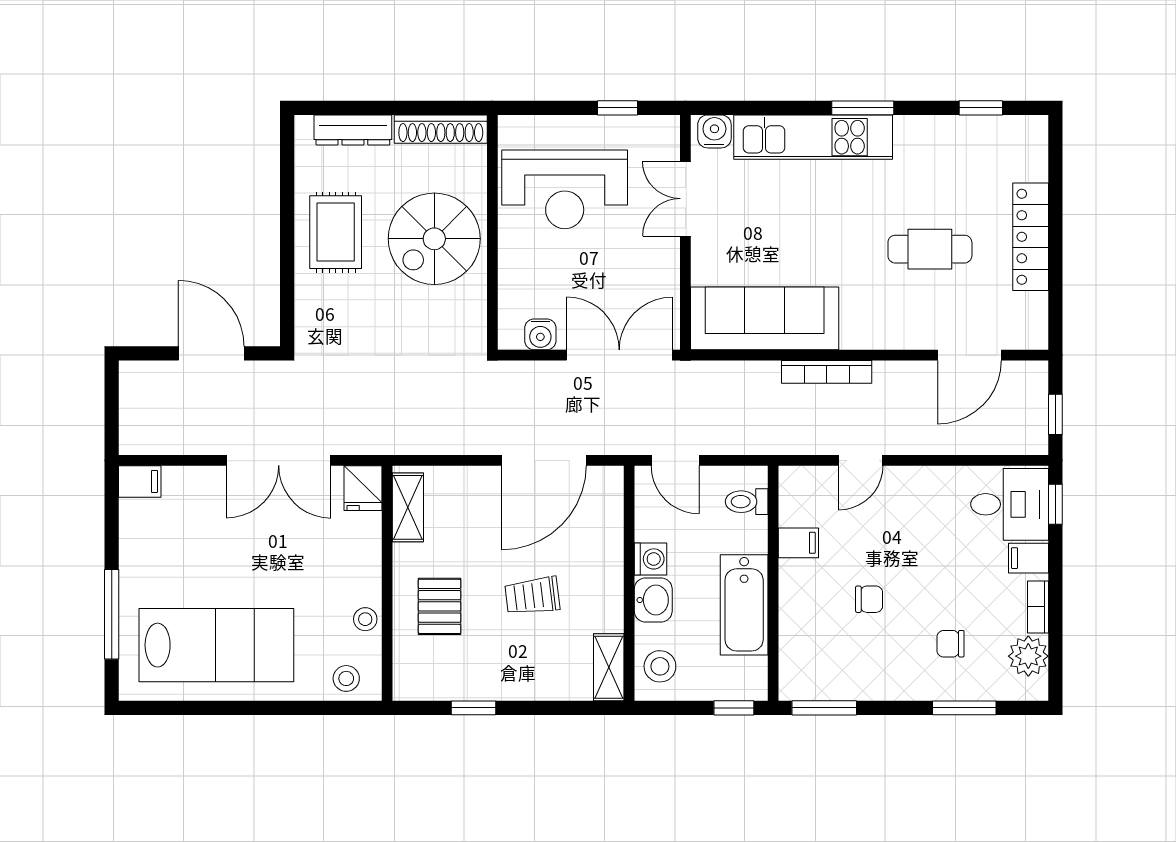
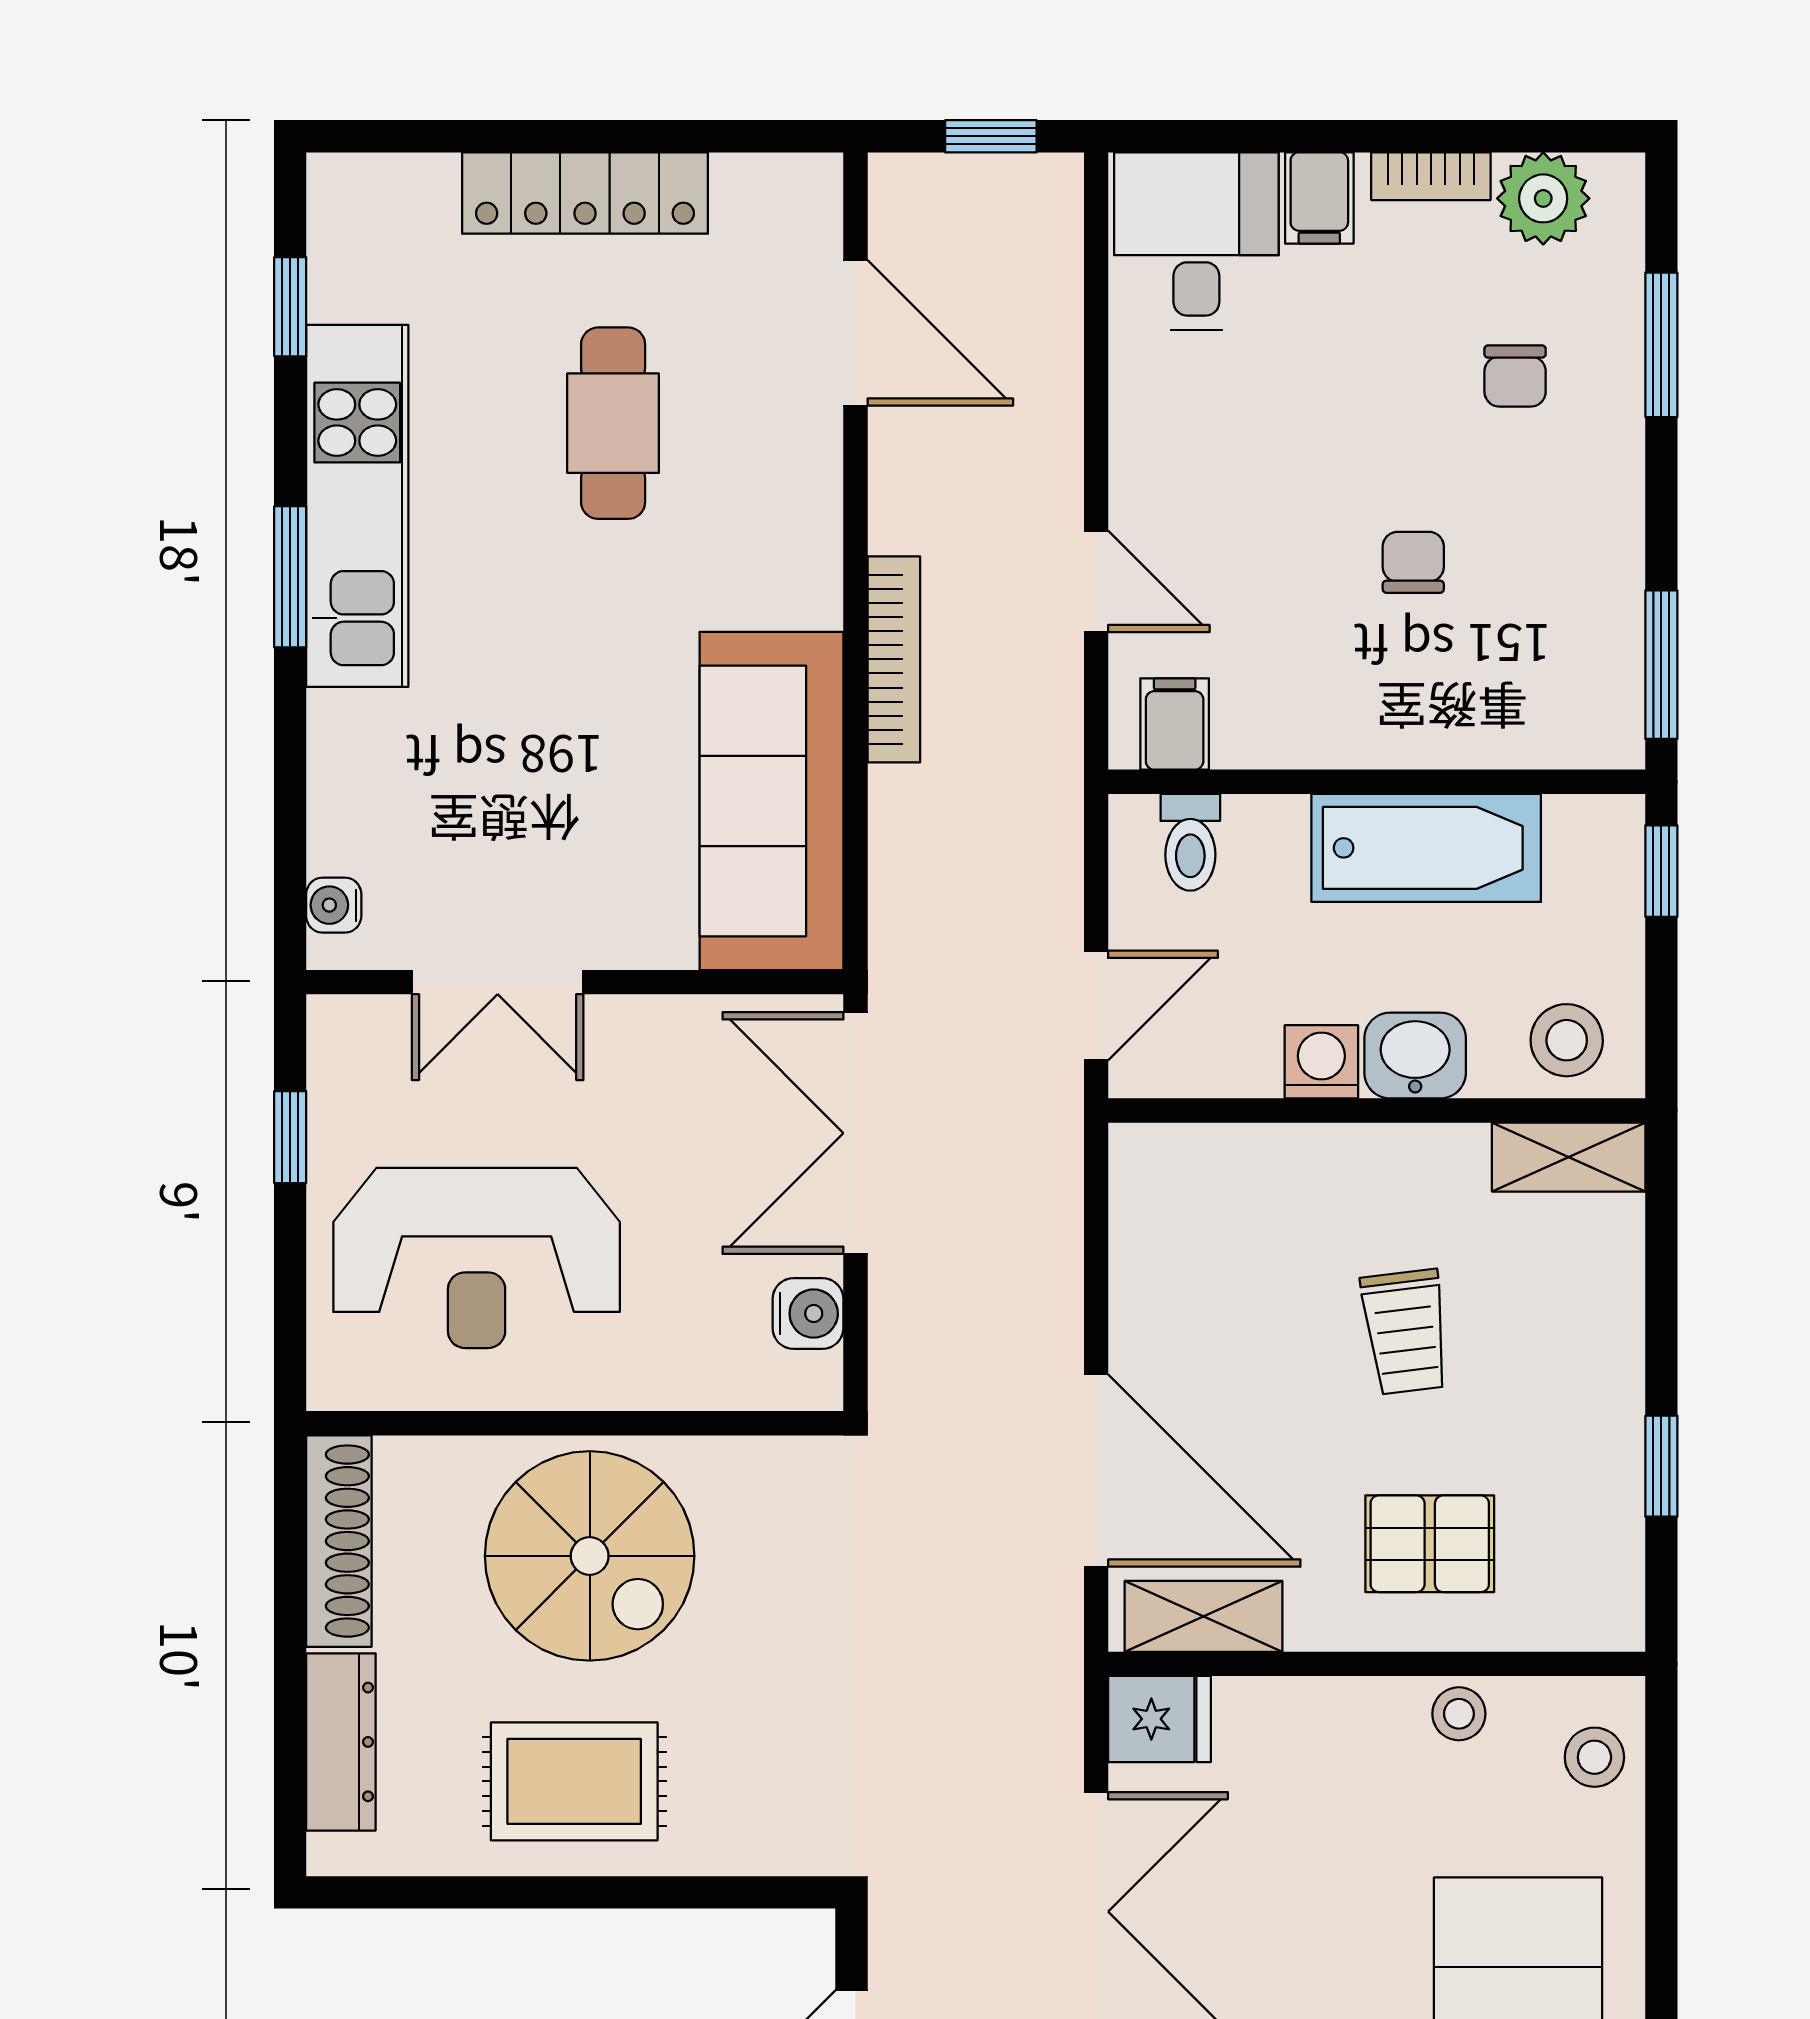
water cooler: (714, 131) -> (334, 905), width x0.72, depth x0.72
kitchen unit: (813, 137) -> (357, 506), moved
reception desk: (565, 189) -> (477, 1258), turned 90
door: (544, 460) -> (1096, 1471), moved
window: (1055, 504) -> (1196, 136), removed
filing cabinet: (798, 543) -> (1175, 724), moved

